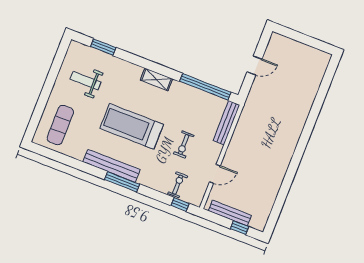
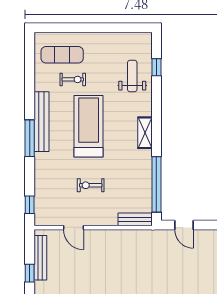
window: (103, 47) -> (156, 67), width x0.67
door: (254, 65) -> (184, 225), moved
weight bench: (85, 81) -> (132, 76), moved
bench: (226, 123) -> (135, 219), width x0.73
exercise bike: (178, 185) -> (73, 79), moved

